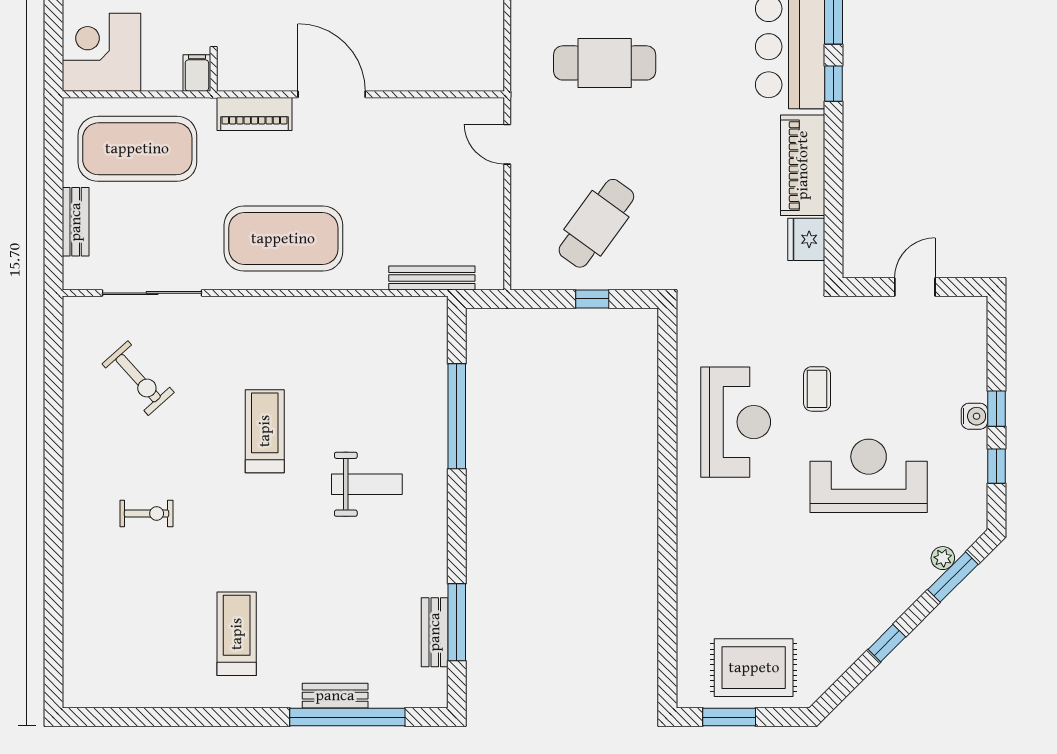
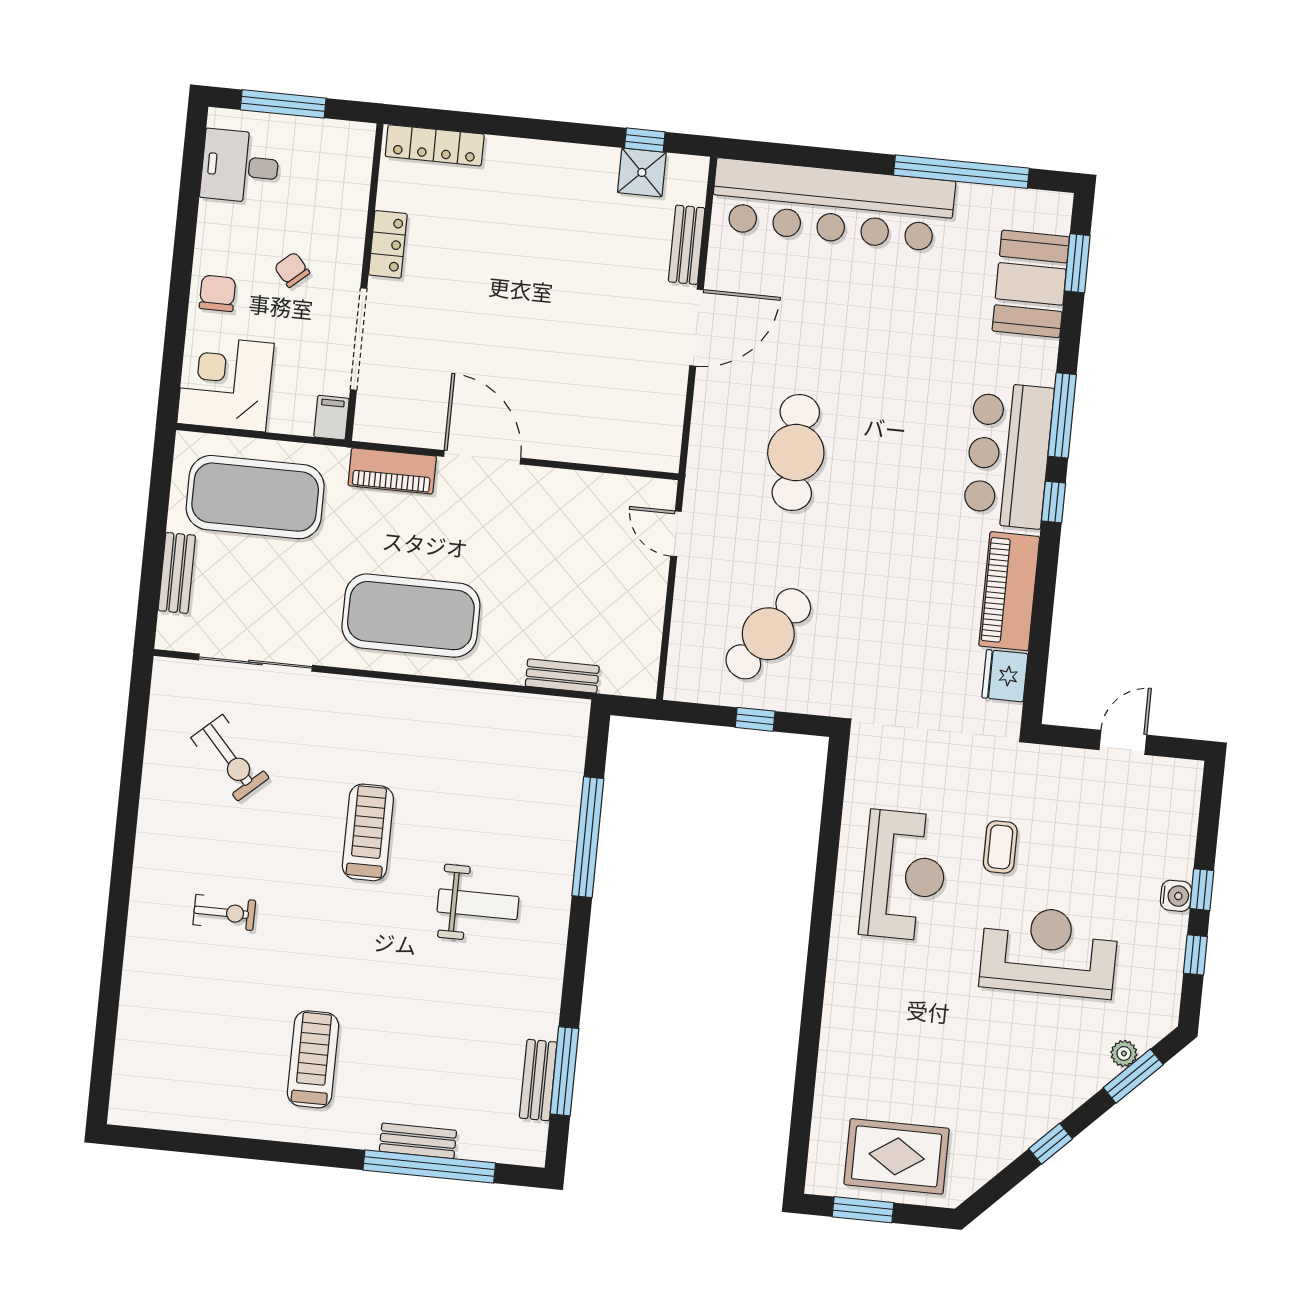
cafe table: (605, 63) -> (796, 453), turned 90
bench: (432, 278) -> (562, 676), width x0.73

